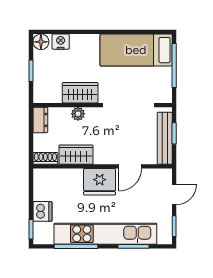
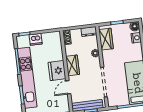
wardrobe: (80, 93) -> (106, 39), moved
wardrobe: (76, 155) -> (73, 65), moved
door: (130, 166) -> (68, 87), hinge flipped

